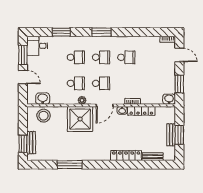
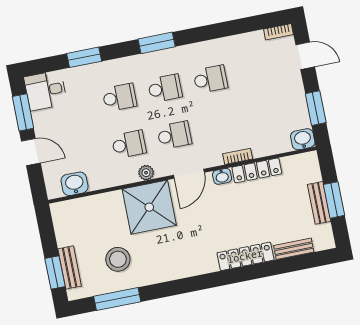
stool: (44, 116) -> (118, 259), moved
window: (70, 165) -> (117, 299), moved

